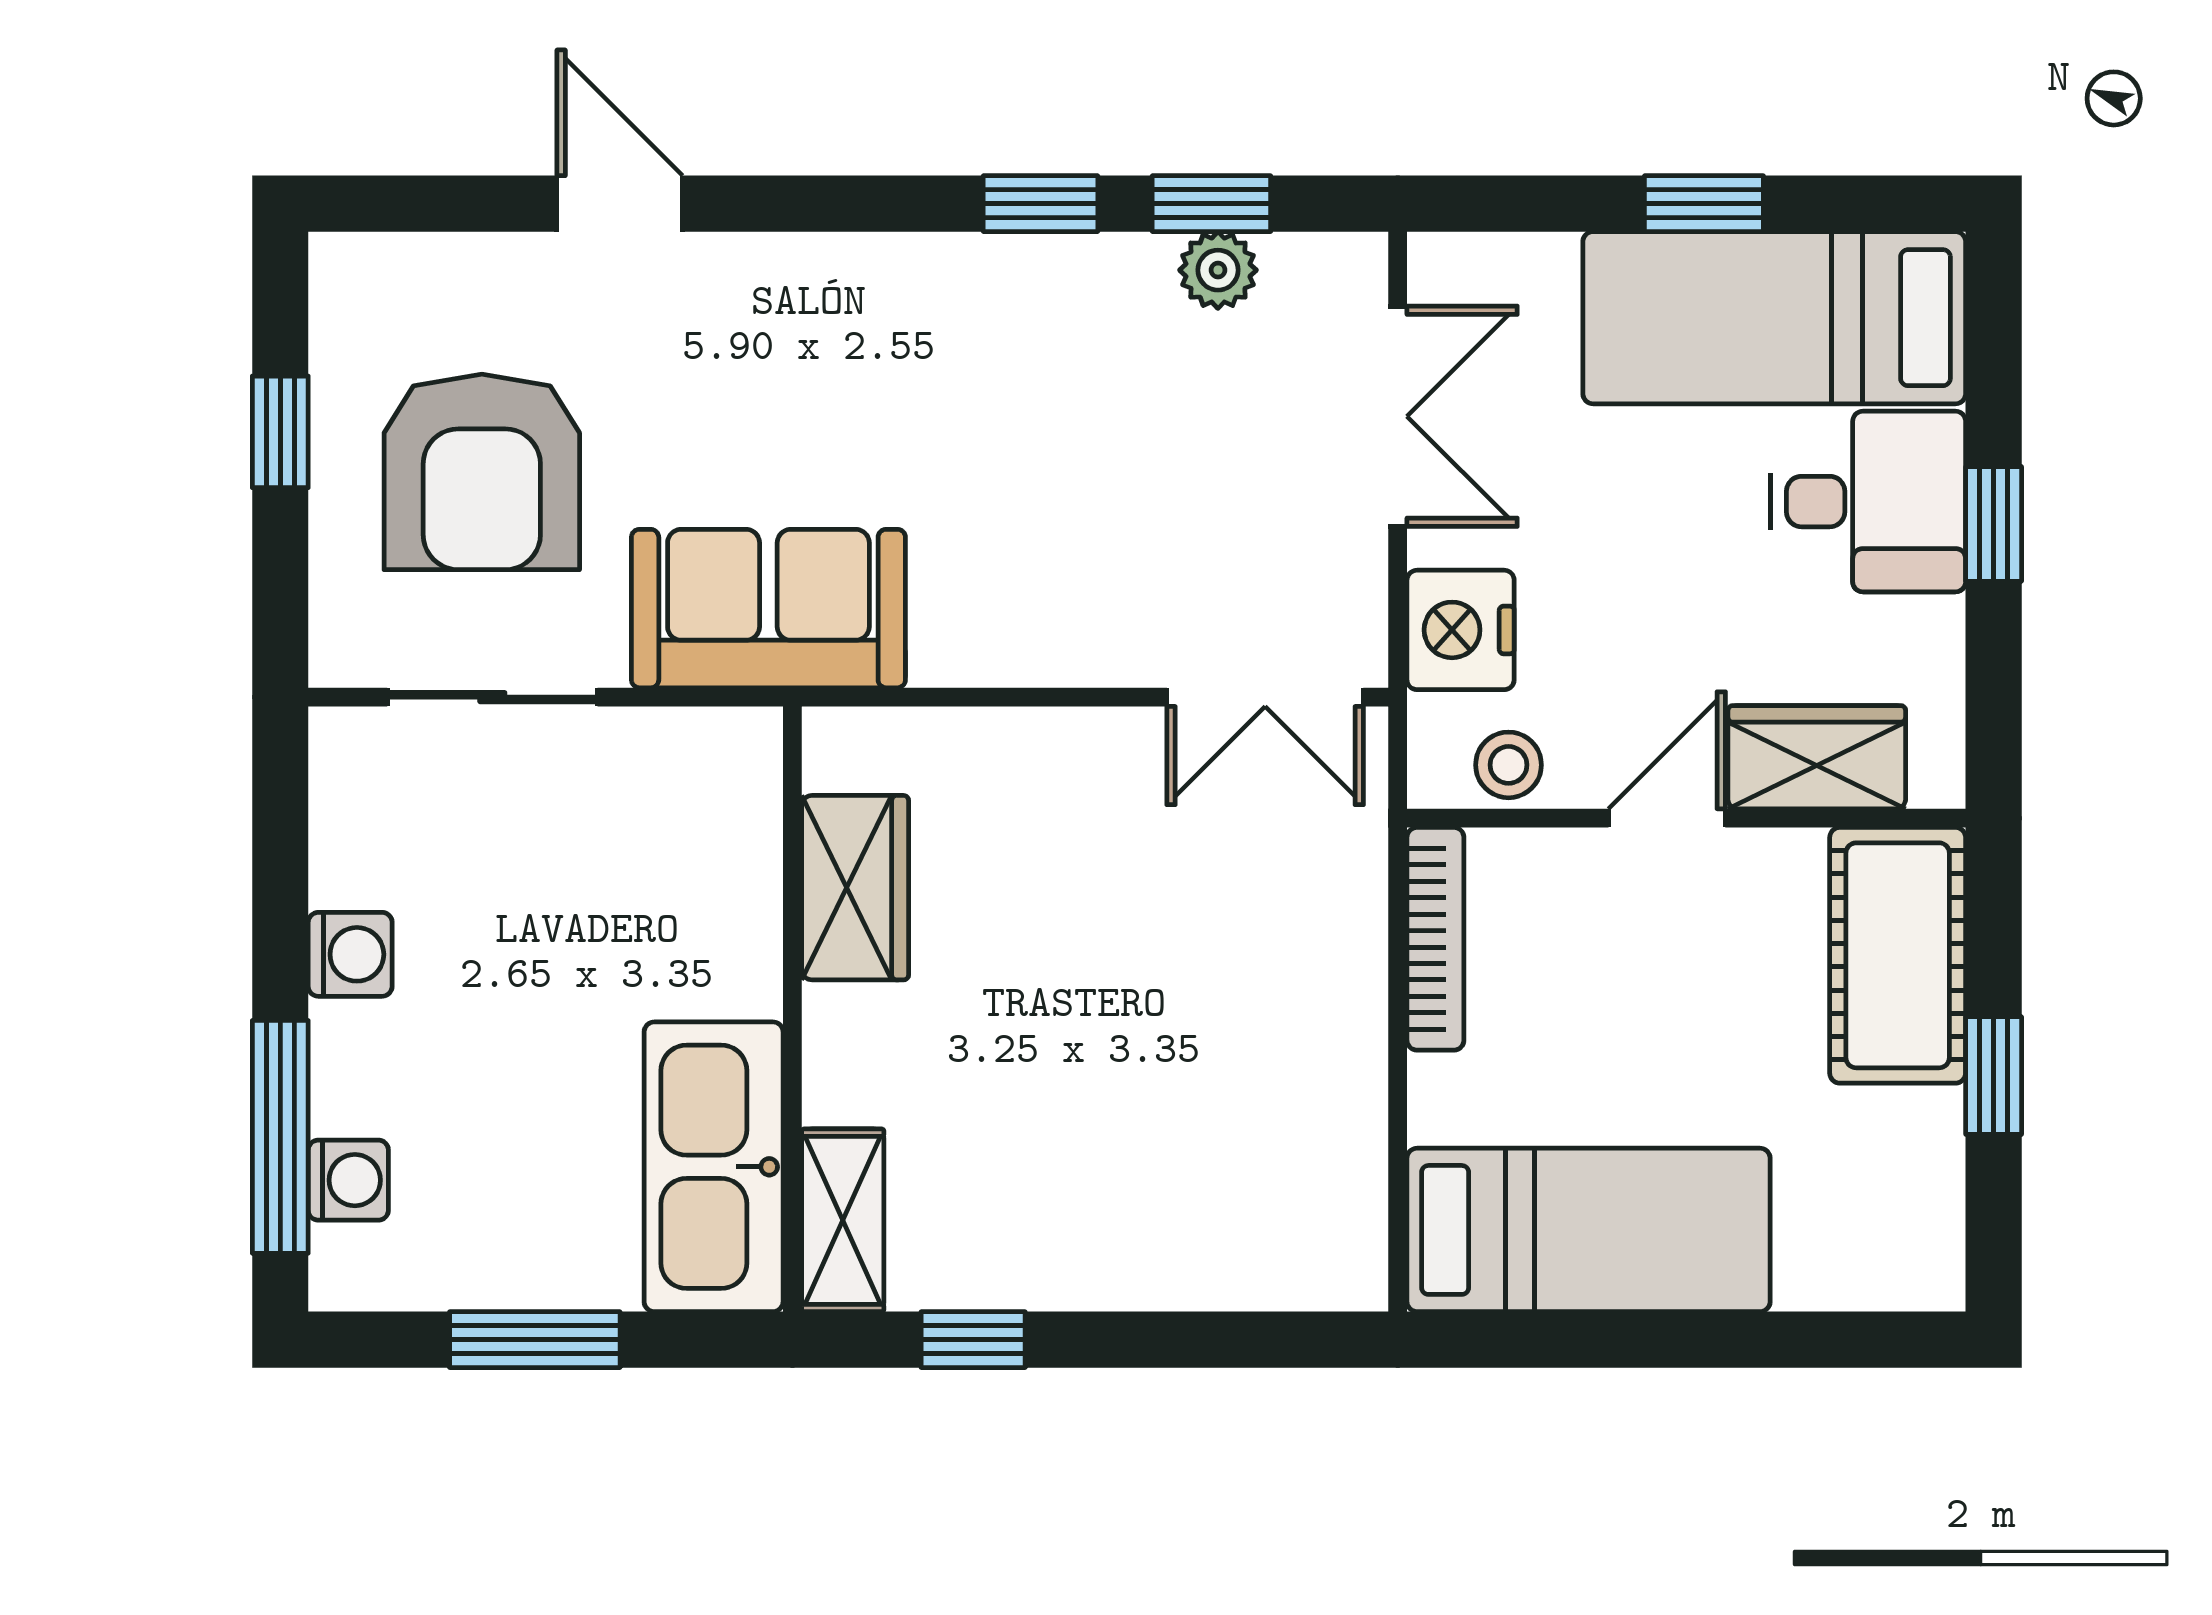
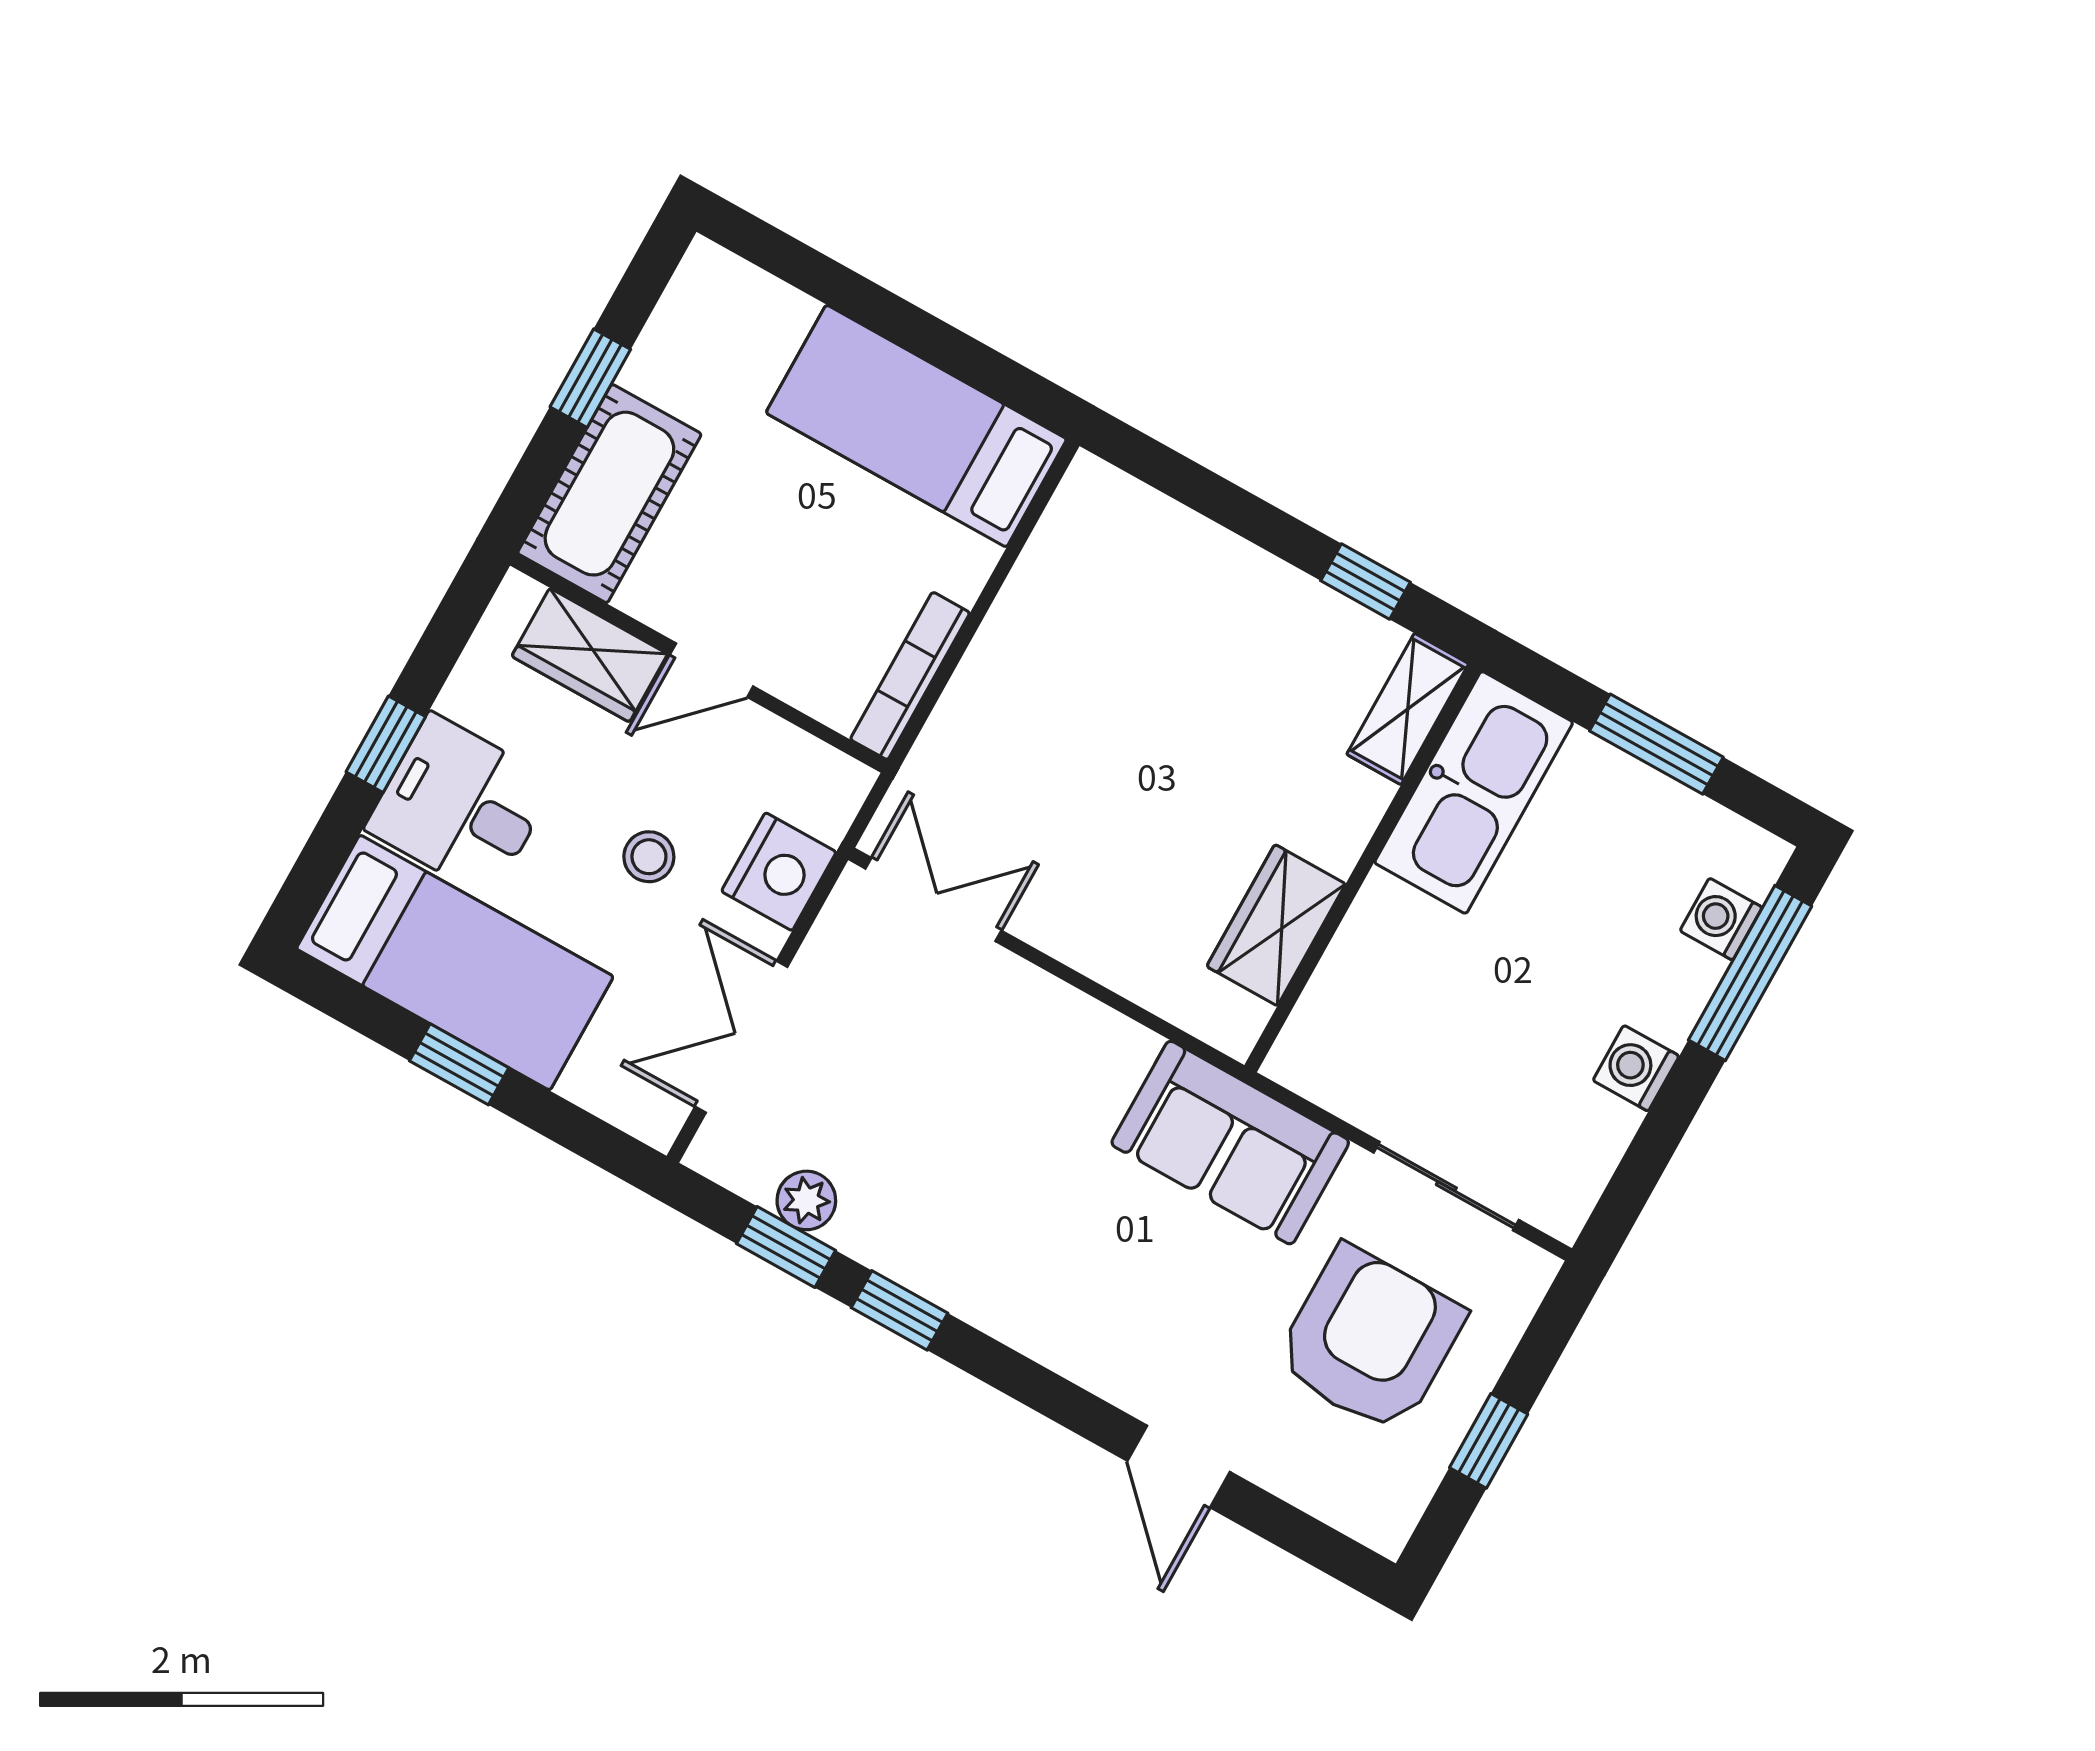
stool: (1509, 765) -> (649, 857), moved

